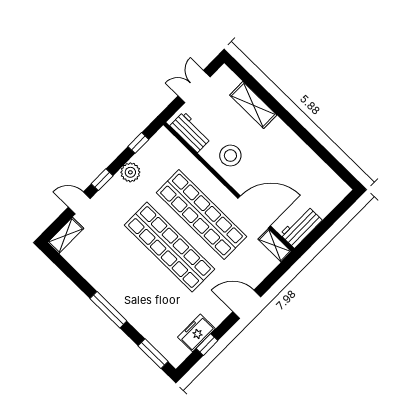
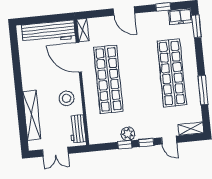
shelving: (253, 105) -> (32, 115), width x1.47
window: (138, 143) -> (125, 145), moved
workbench: (301, 227) -> (48, 32), width x1.88, depth x1.32
shop shelf: (169, 247) -> (172, 73), moved
window: (108, 310) -> (203, 90), moved
freezer: (196, 333) -> (180, 16), moved

